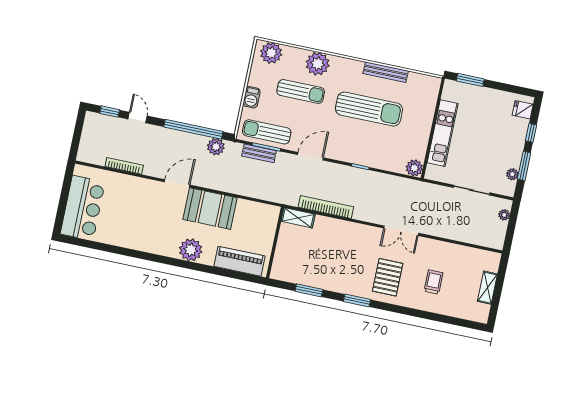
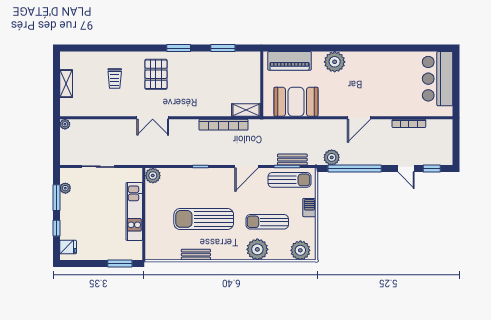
bench: (386, 72) -> (196, 255), width x0.73
booth: (210, 209) -> (296, 102), moved
plant: (504, 215) -> (65, 124), moved
double door: (401, 231) -> (153, 118), swing flipped

